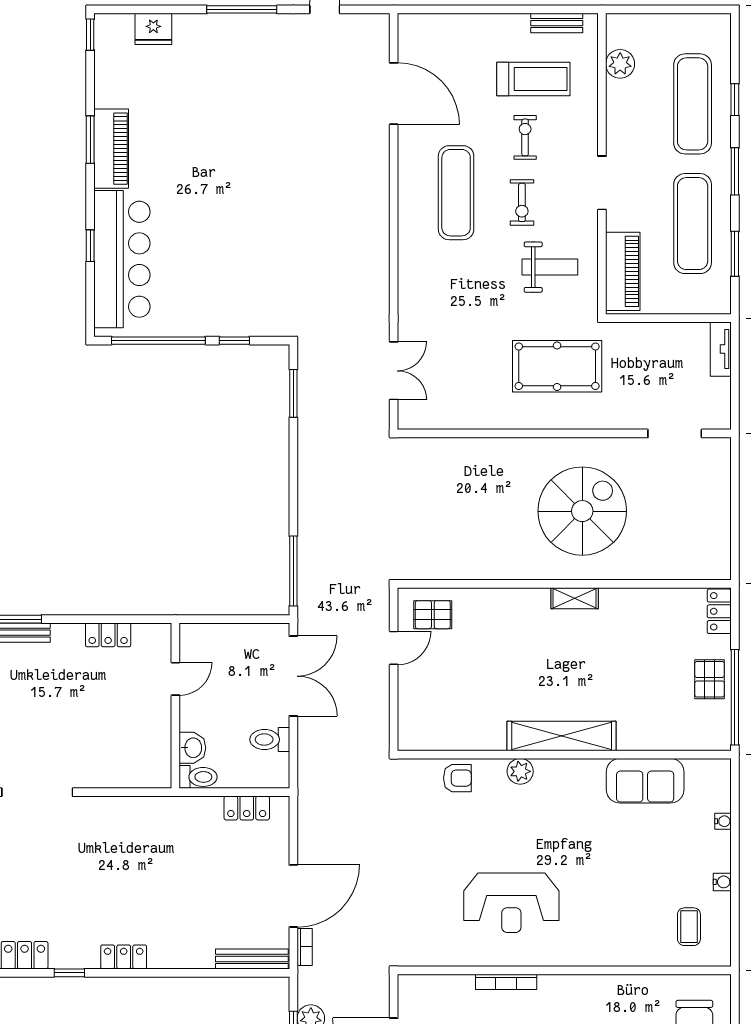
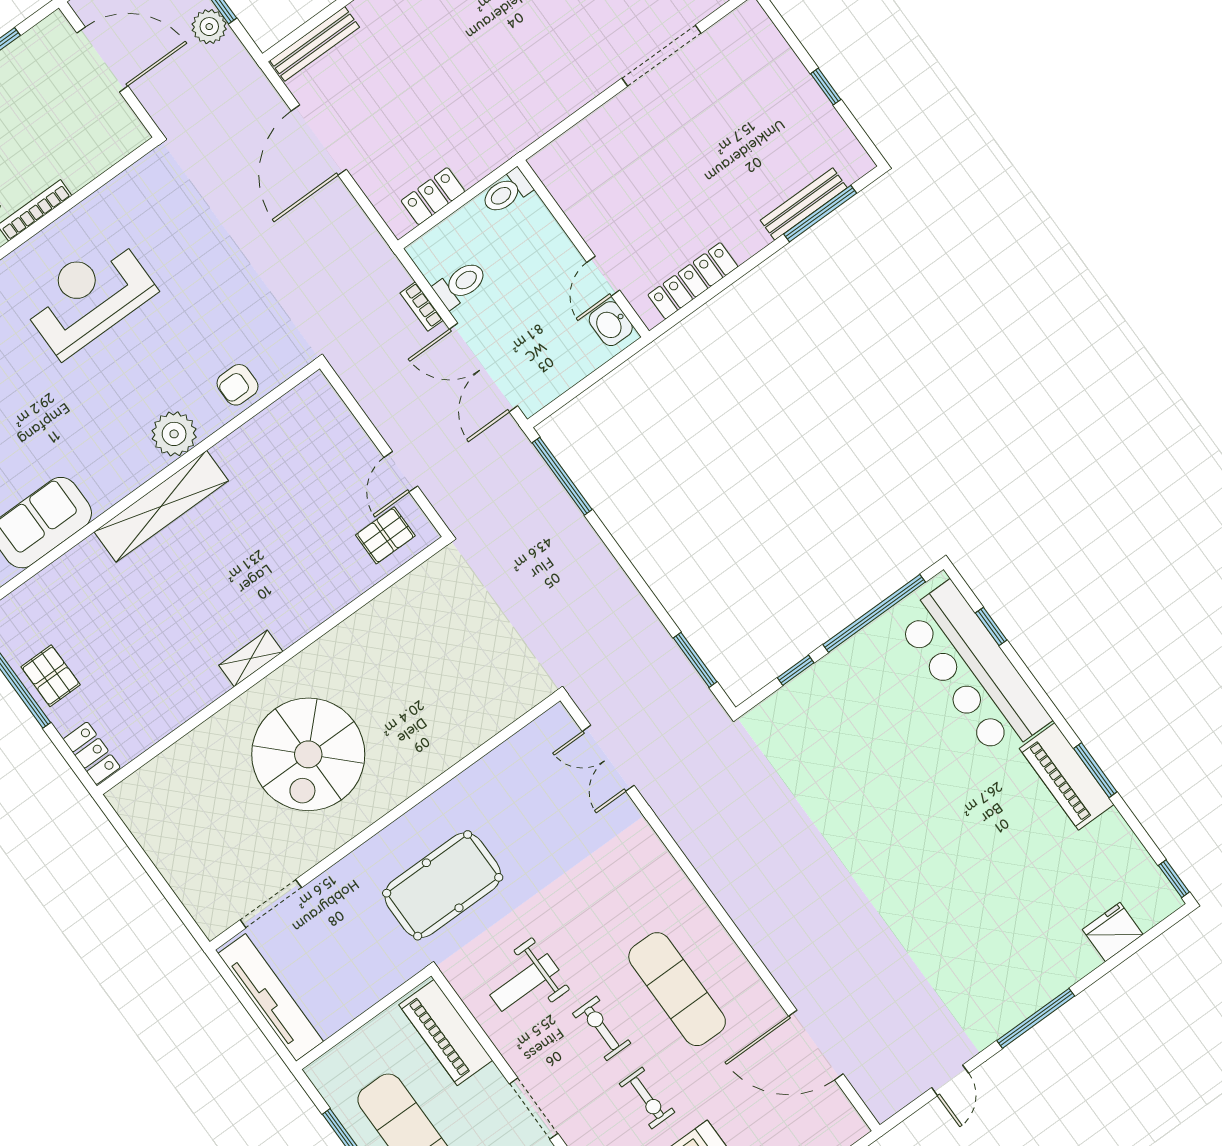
window: (90, 246) -> (991, 626), moved
tv unit: (721, 349) -> (271, 997), width x1.92, depth x1.29
locker: (108, 635) -> (693, 281), width x1.53
washbasin: (192, 748) -> (611, 324), moved
plant: (520, 771) -> (174, 434), width x1.36, depth x1.36
bookcase: (305, 947) -> (422, 307), moved

